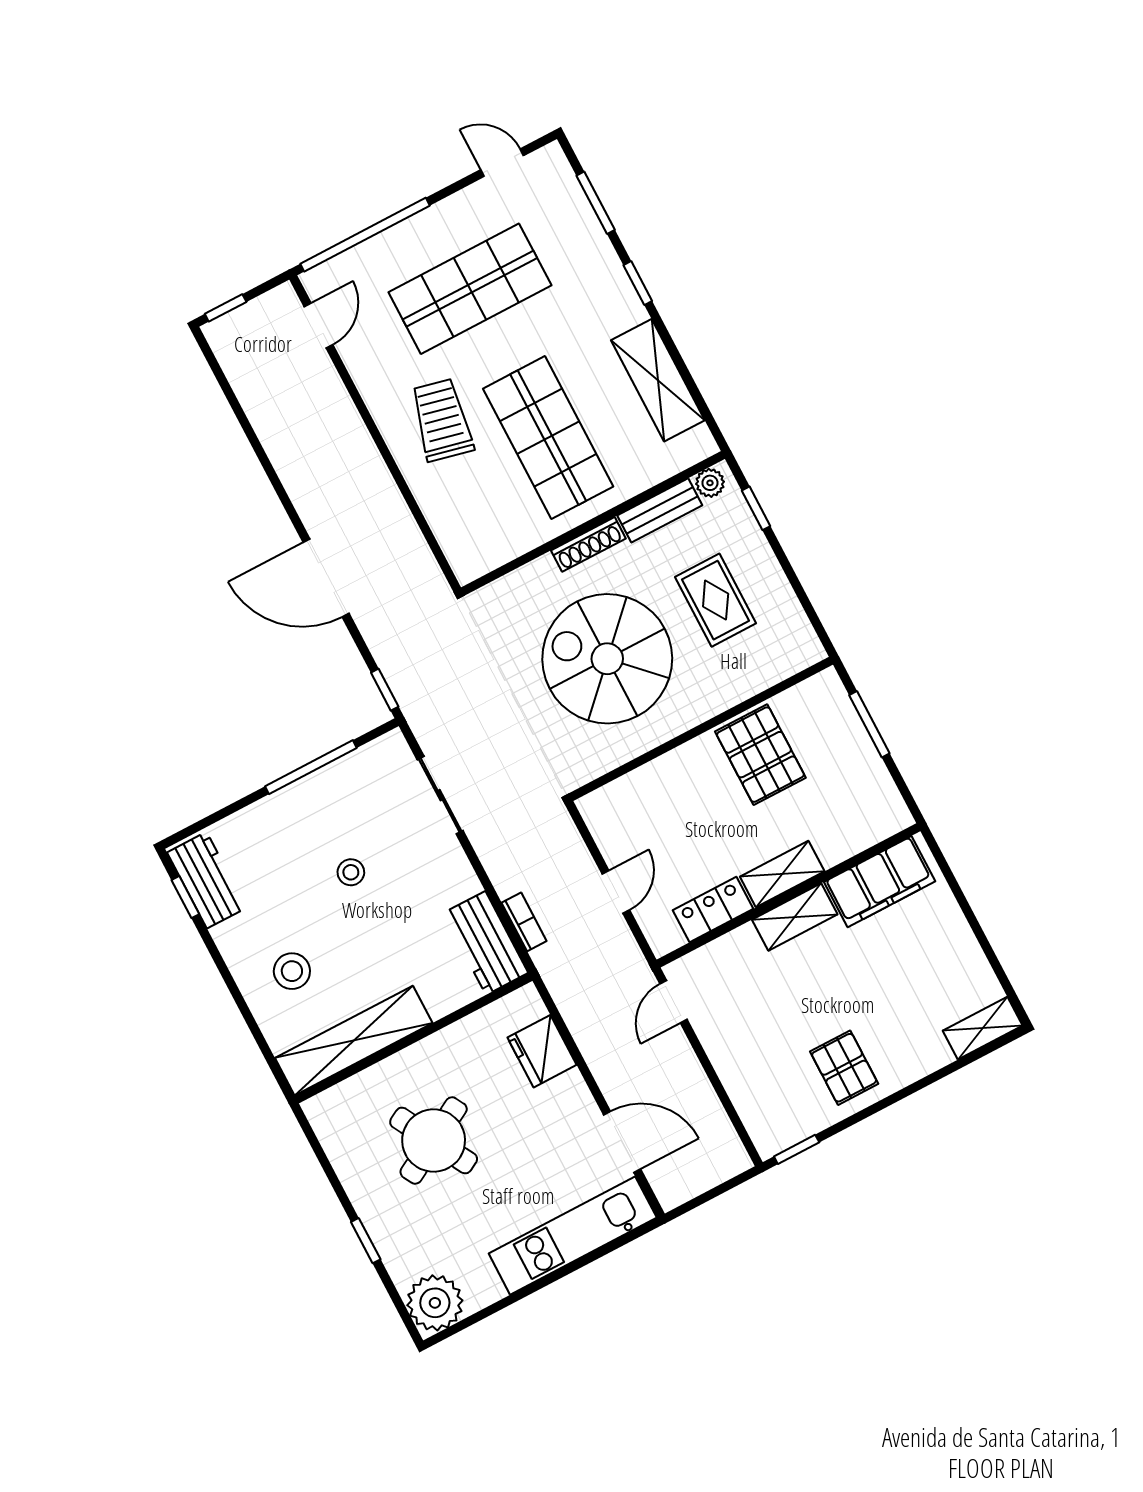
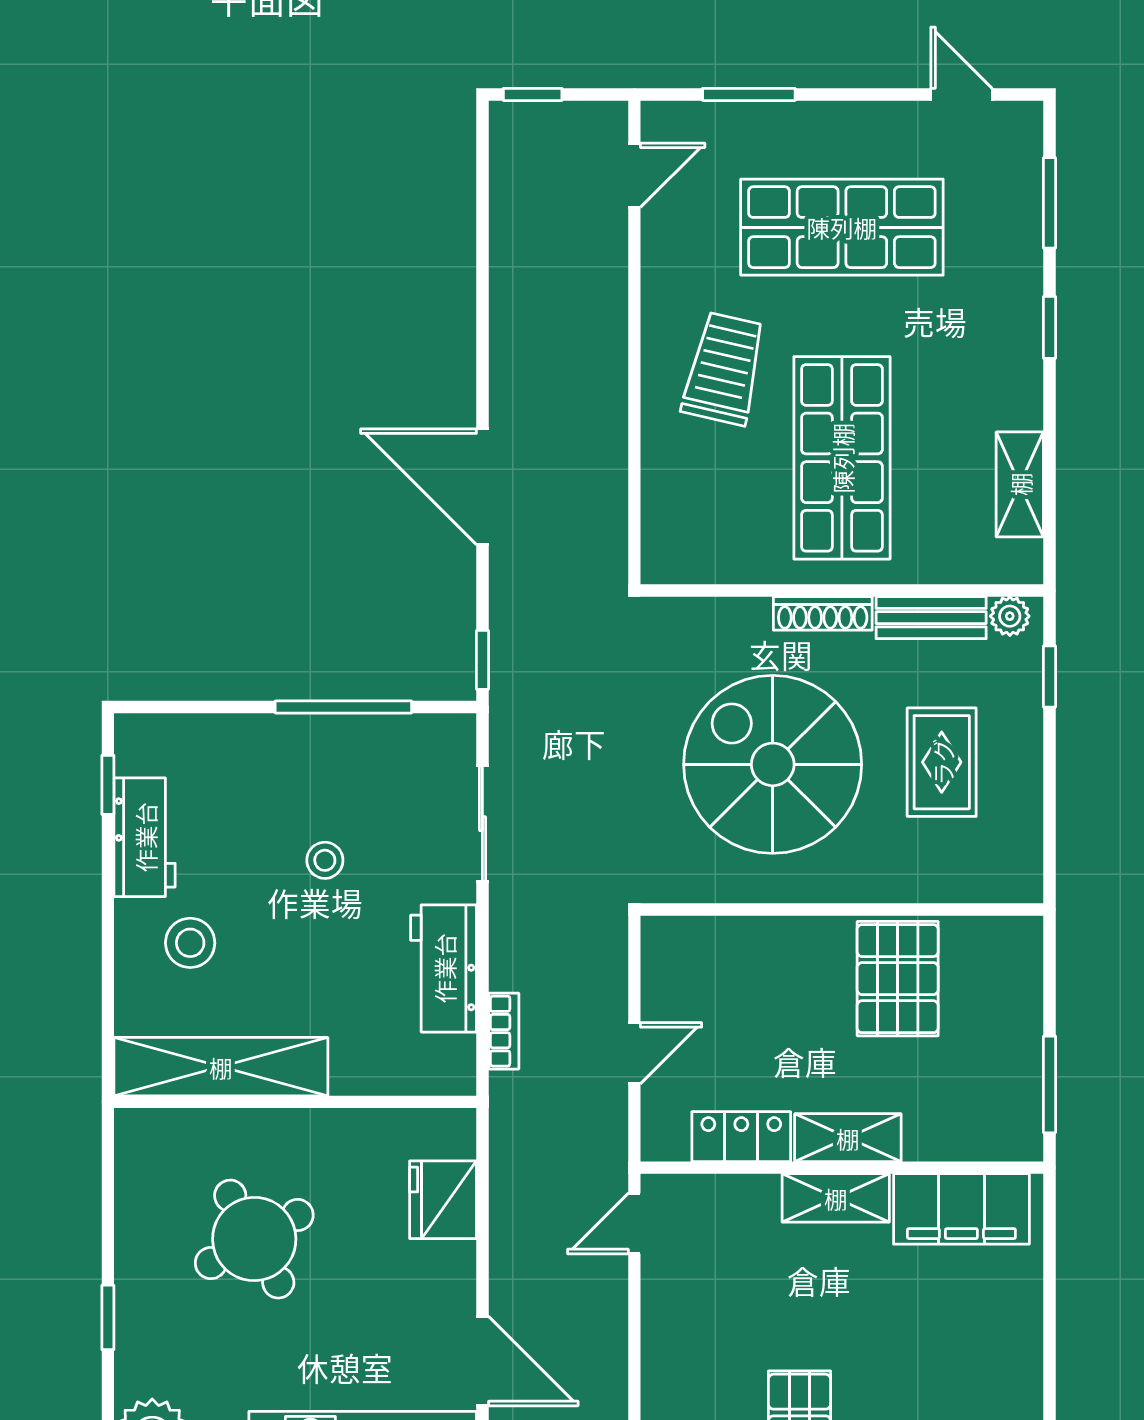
window: (365, 235) -> (749, 94), width x0.47
shelving: (658, 380) -> (1020, 484), width x0.67, depth x0.75
window: (869, 724) -> (1049, 1084), moved
workbench: (207, 880) -> (145, 837), moved
workbench: (486, 943) -> (444, 968), moved

